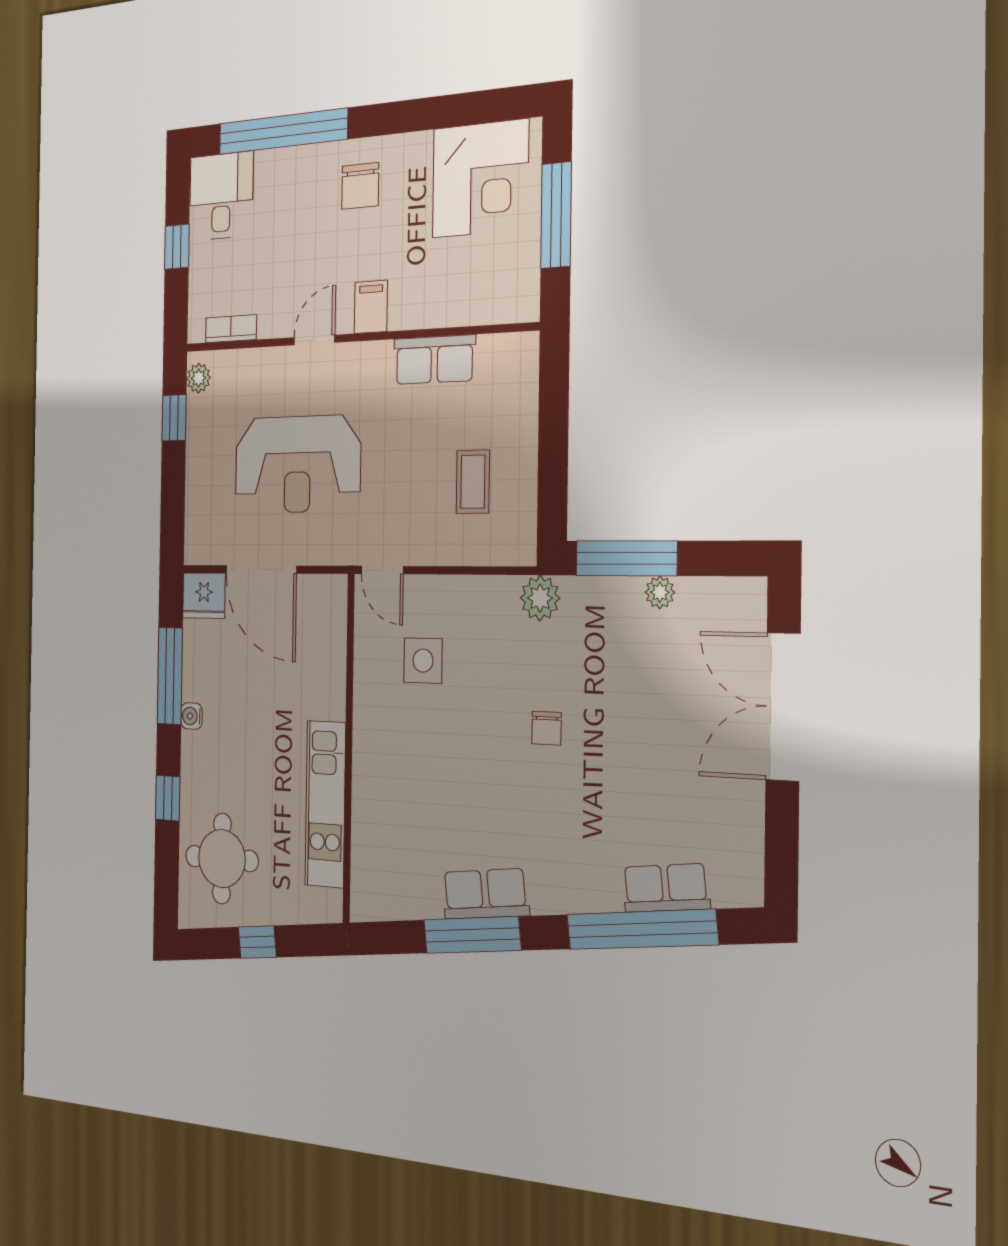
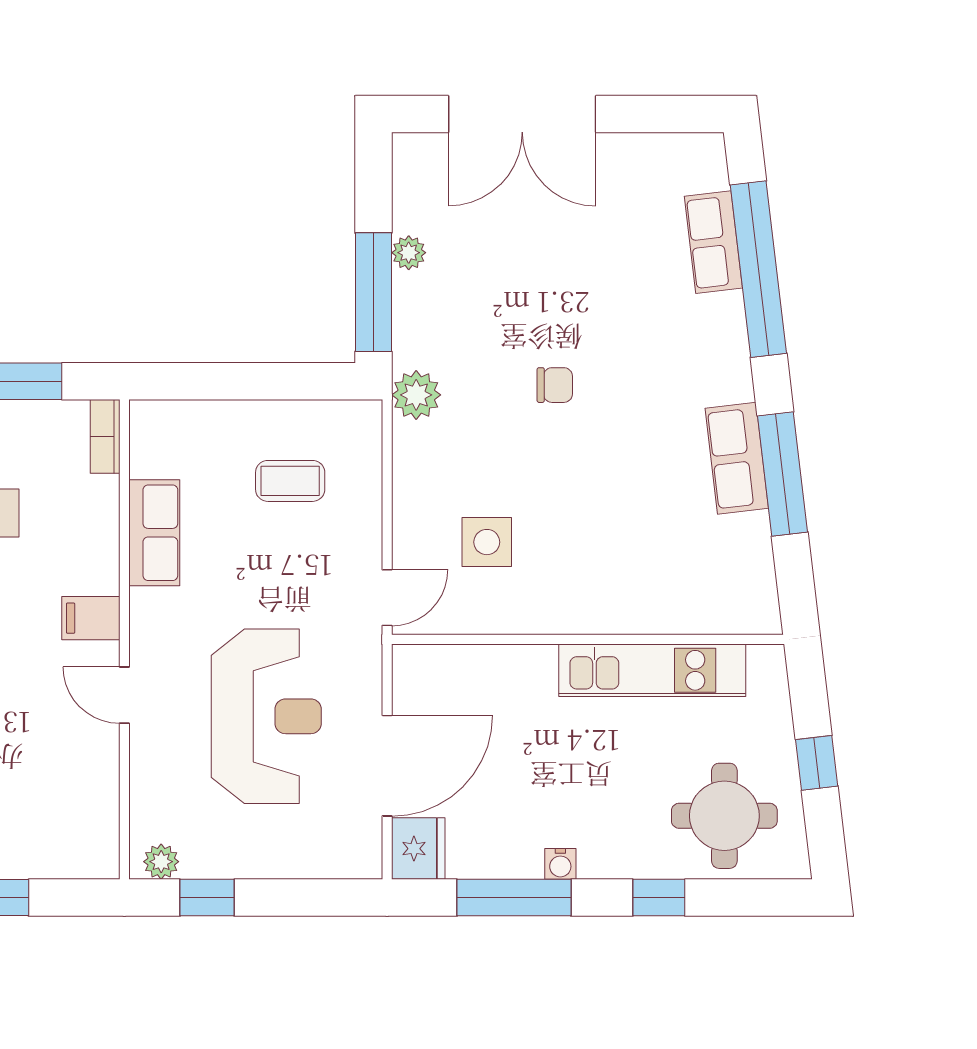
bookcase: (231, 329) -> (105, 436), moved

